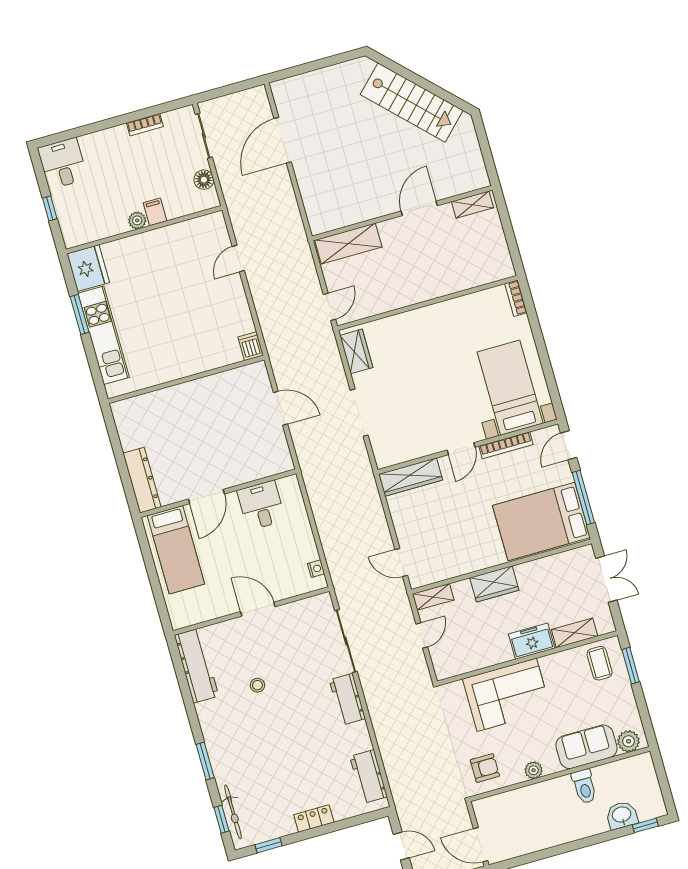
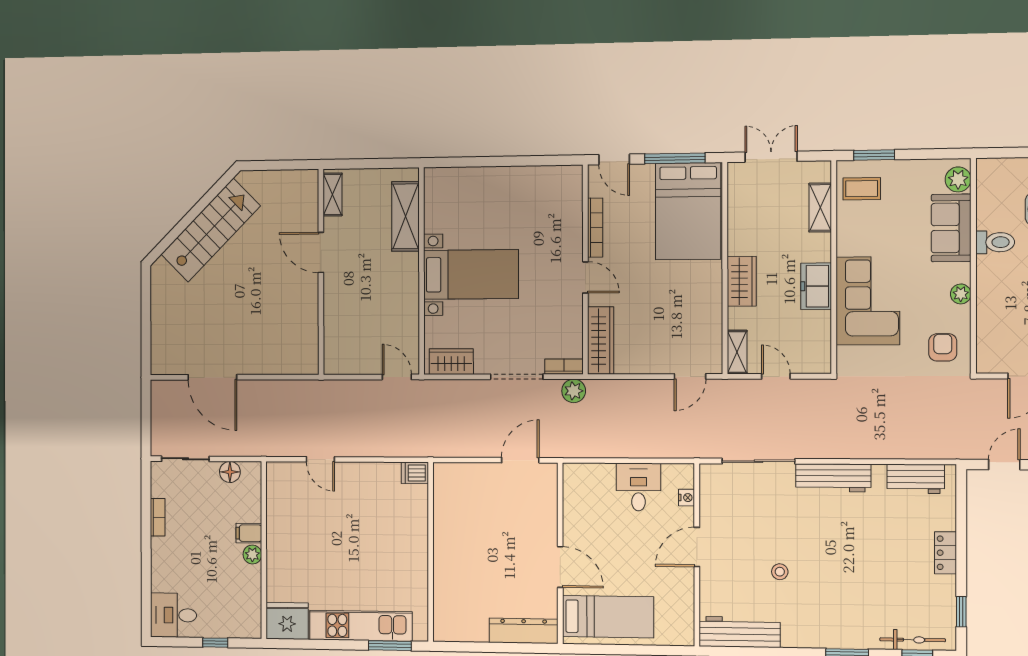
shelving: (348, 244) -> (406, 216), moved
bookcase: (516, 298) -> (564, 367), moved, turned 180
window: (80, 314) -> (390, 646), moved
bed with nightstands: (510, 388) -> (471, 274), moved, turned 180
door: (280, 408) -> (520, 460), moved
plant: (361, 466) -> (574, 391), added
desk: (261, 505) -> (638, 487), moved, turned 90
nightstand: (316, 569) -> (687, 498), moved, turned 90
freezer: (532, 641) -> (816, 286), moved
workbench: (347, 699) -> (833, 478), width x1.38

